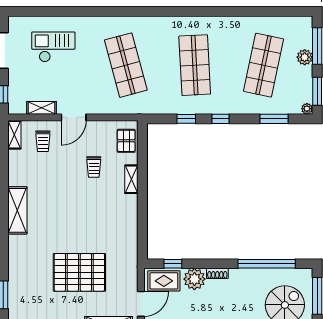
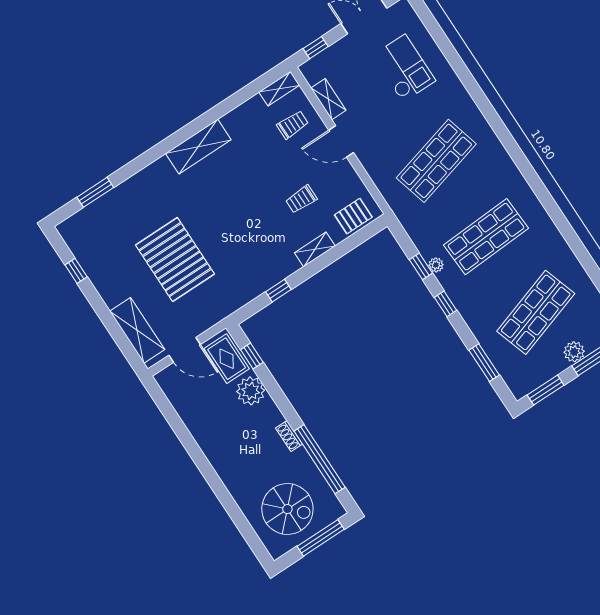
shop shelf: (264, 65) -> (536, 312), turned -30
plant: (307, 109) -> (436, 265), moved
trolley: (43, 141) -> (293, 125), turned 180
window: (142, 220) -> (278, 291), added
shoe rack: (217, 273) -> (289, 436), moved

